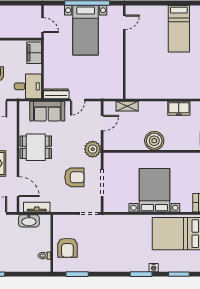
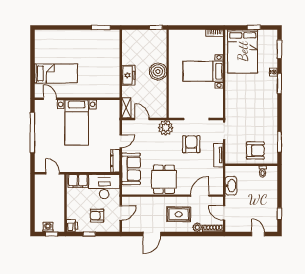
door: (42, 25) -> (53, 173), hinge flipped
bed: (179, 29) -> (56, 73), moved
bed with nightstands: (86, 30) -> (77, 123), moved, turned 90
desk: (28, 86) -> (104, 187), width x1.37
door: (78, 100) -> (121, 141), hinge flipped
shelving: (127, 106) -> (126, 108), moved
freezer: (179, 108) -> (128, 75), moved
bed with nightstands: (154, 190) -> (203, 71), width x0.73
tv unit: (37, 207) -> (218, 155), moved

